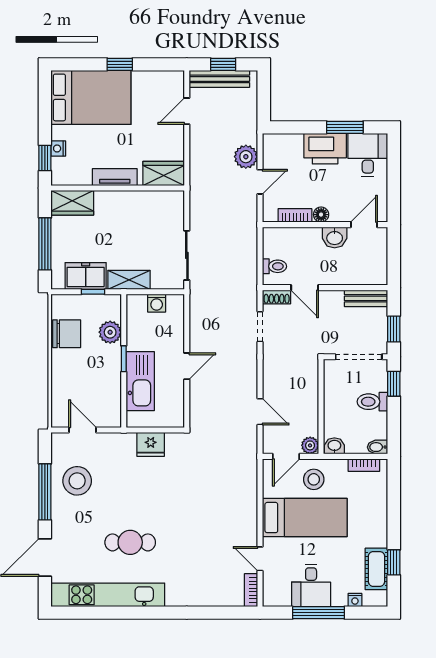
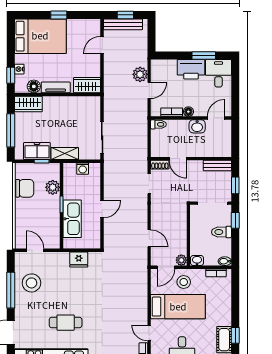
floor lamp: (81, 175) -> (34, 86), added
toilet: (275, 266) -> (158, 124), moved

